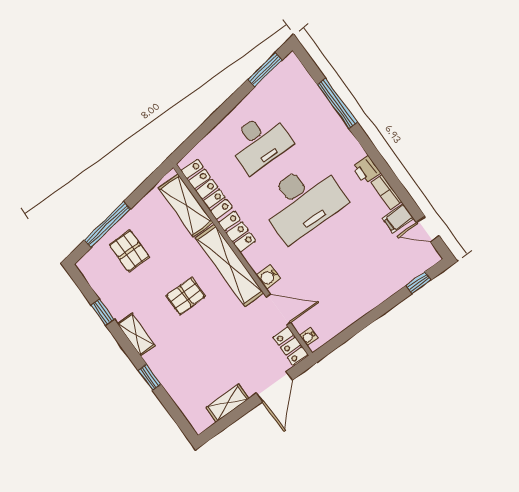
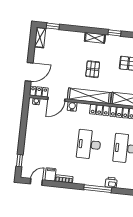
window: (337, 104) -> (98, 189), moved
printer: (366, 170) -> (111, 182), moved
desk: (302, 201) -> (89, 144), width x0.73, depth x0.77
window: (150, 377) -> (53, 26), moved
door: (274, 387) -> (29, 72), swing flipped
shelving: (228, 403) -> (40, 37), moved

